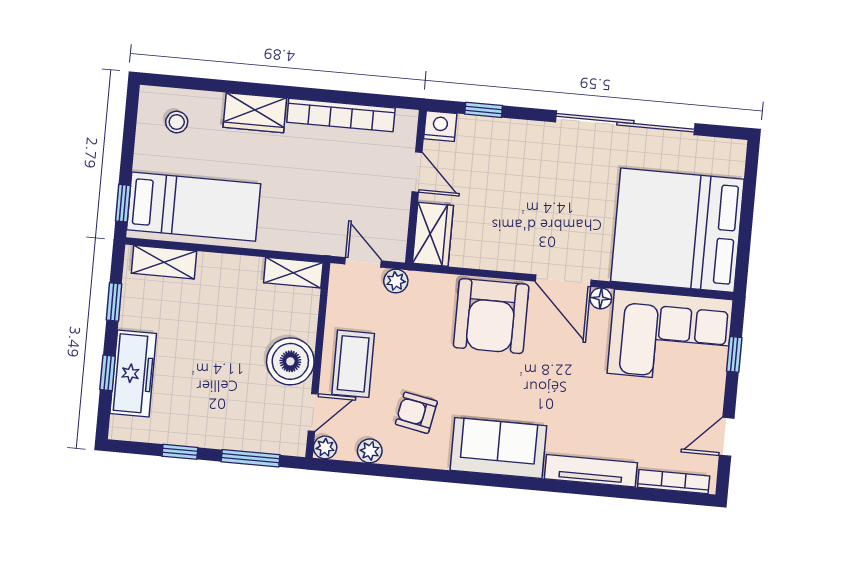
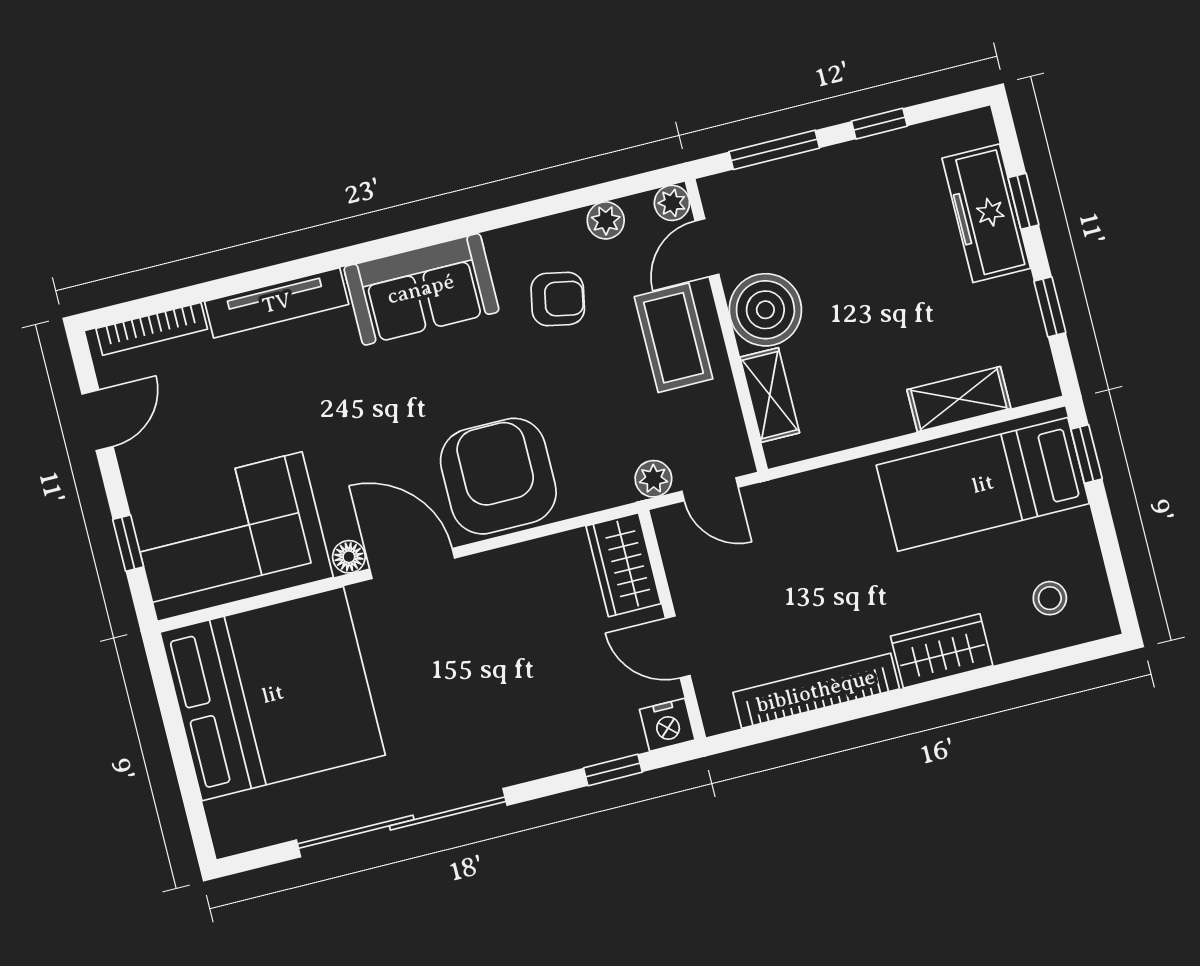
shelving: (164, 262) -> (959, 399), moved
shelving: (293, 273) -> (770, 395), moved, turned 90

